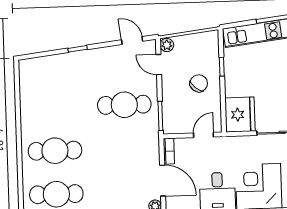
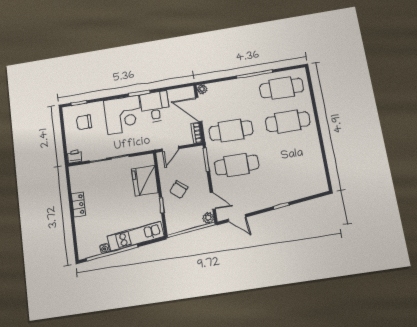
fridge: (240, 115) -> (145, 181), moved
cafe table: (126, 148) -> (231, 131), added

